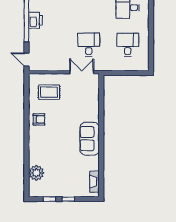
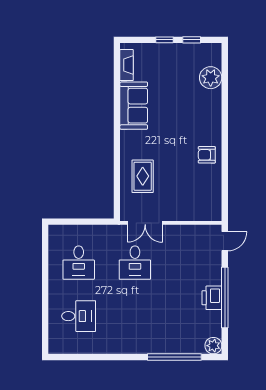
door: (26, 60) -> (225, 241), hinge flipped
rug: (49, 92) -> (143, 176), moved, turned 90
sofa: (90, 139) -> (134, 106), moved

